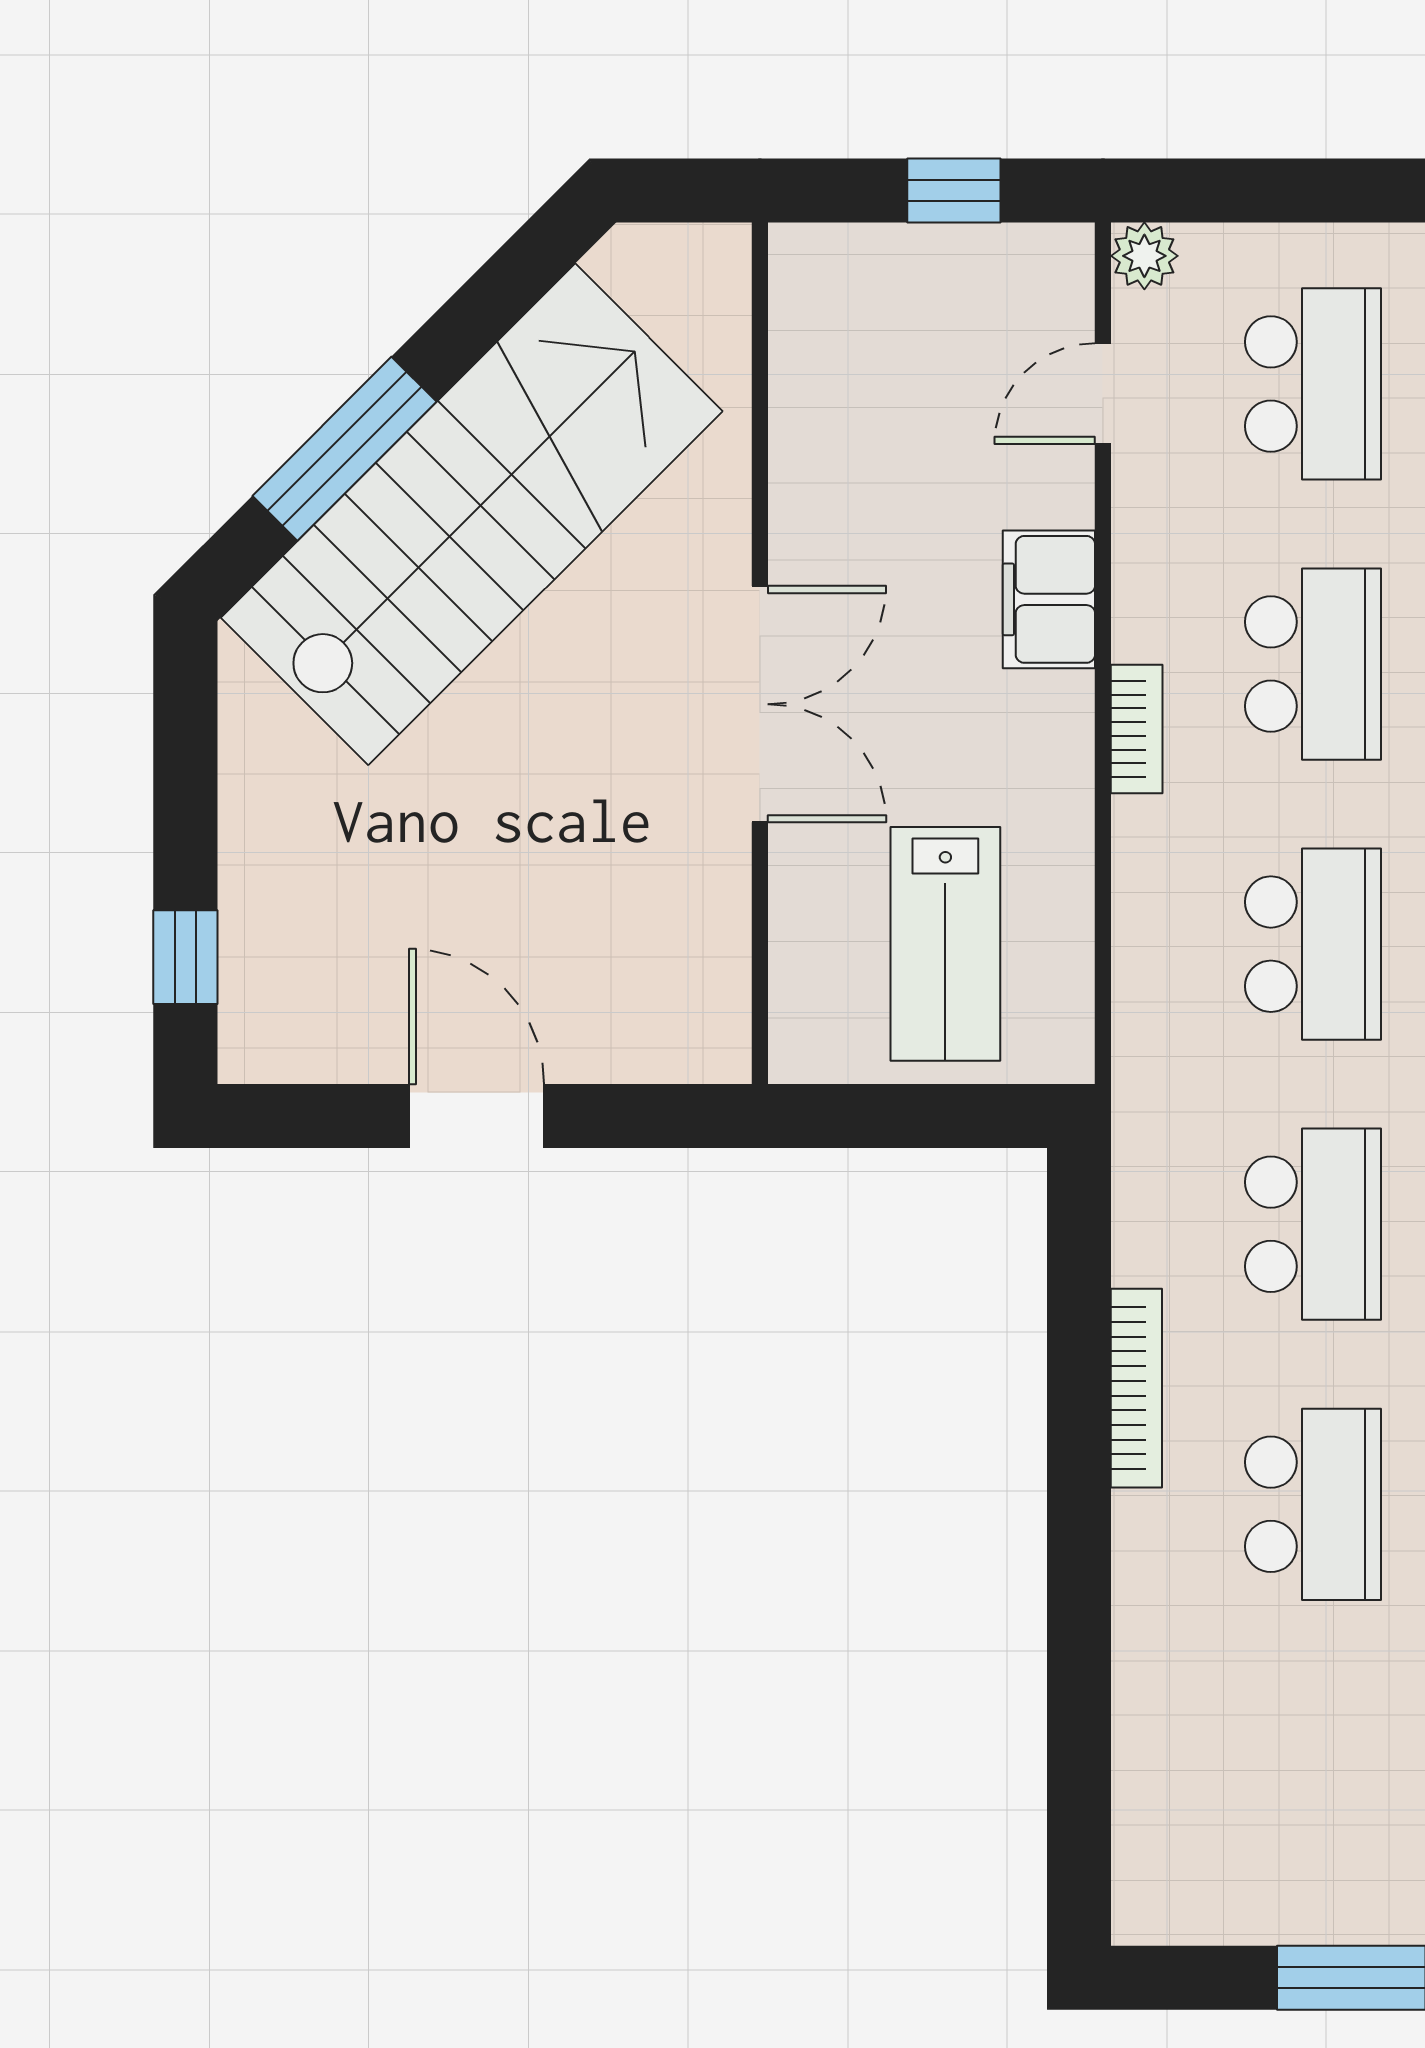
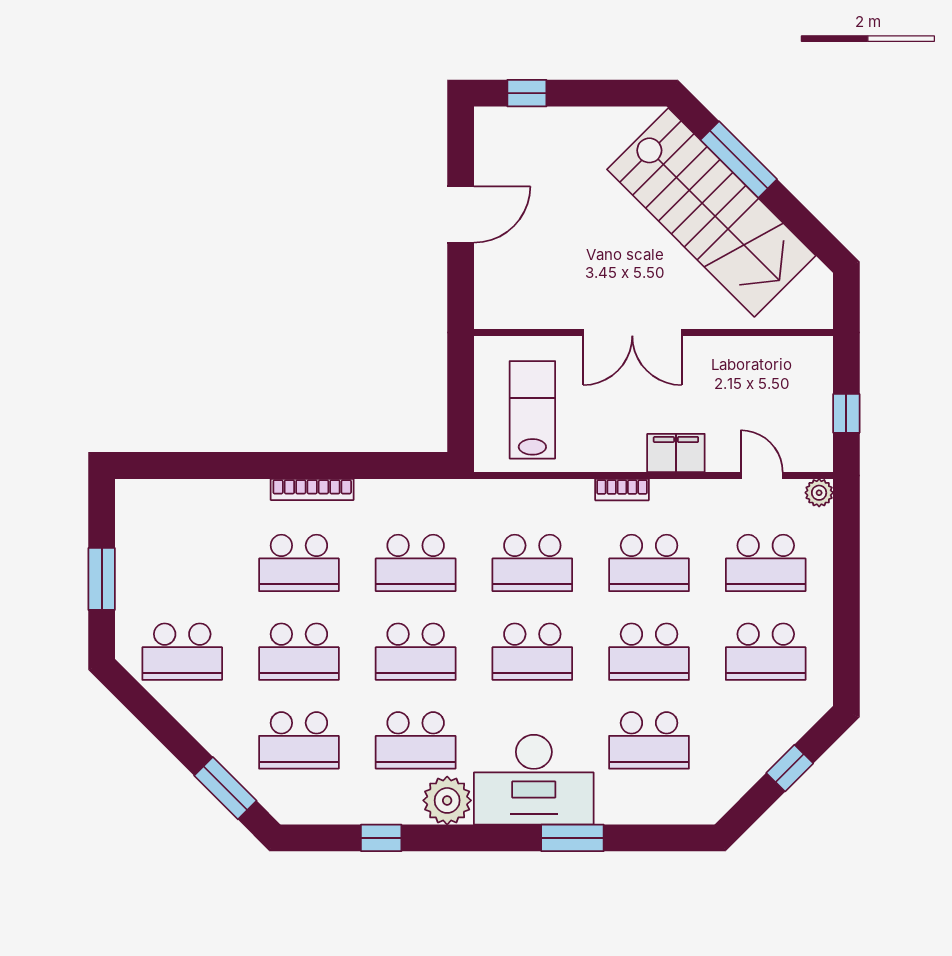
lab bench: (945, 944) -> (532, 410), turned 90
bookcase: (1136, 1388) -> (312, 489), moved

